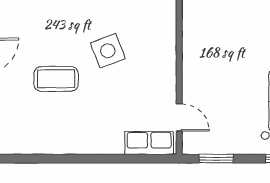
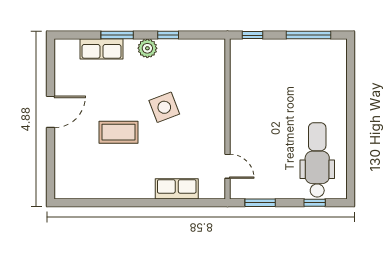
row of seats: (149, 143) -> (177, 189), moved

